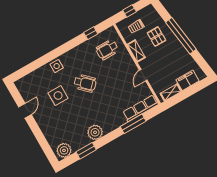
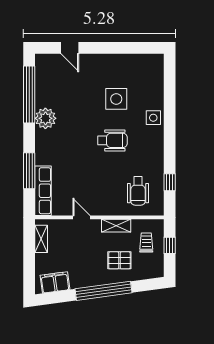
wheelchair: (107, 50) -> (138, 191), turned 180
filing cabinet: (188, 80) -> (55, 282), moved, turned -98
wheelchair: (85, 83) -> (112, 140), turned -134
door: (25, 111) -> (70, 48), moved
plant: (64, 150) -> (45, 68), removed
window: (86, 151) -> (29, 95), width x2.11

